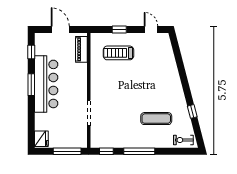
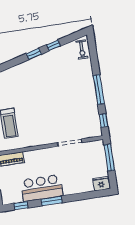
bar counter: (46, 84) -> (42, 188), width x0.73
window: (187, 90) -> (34, 54), added
exercise mat: (156, 119) -> (66, 78), removed

